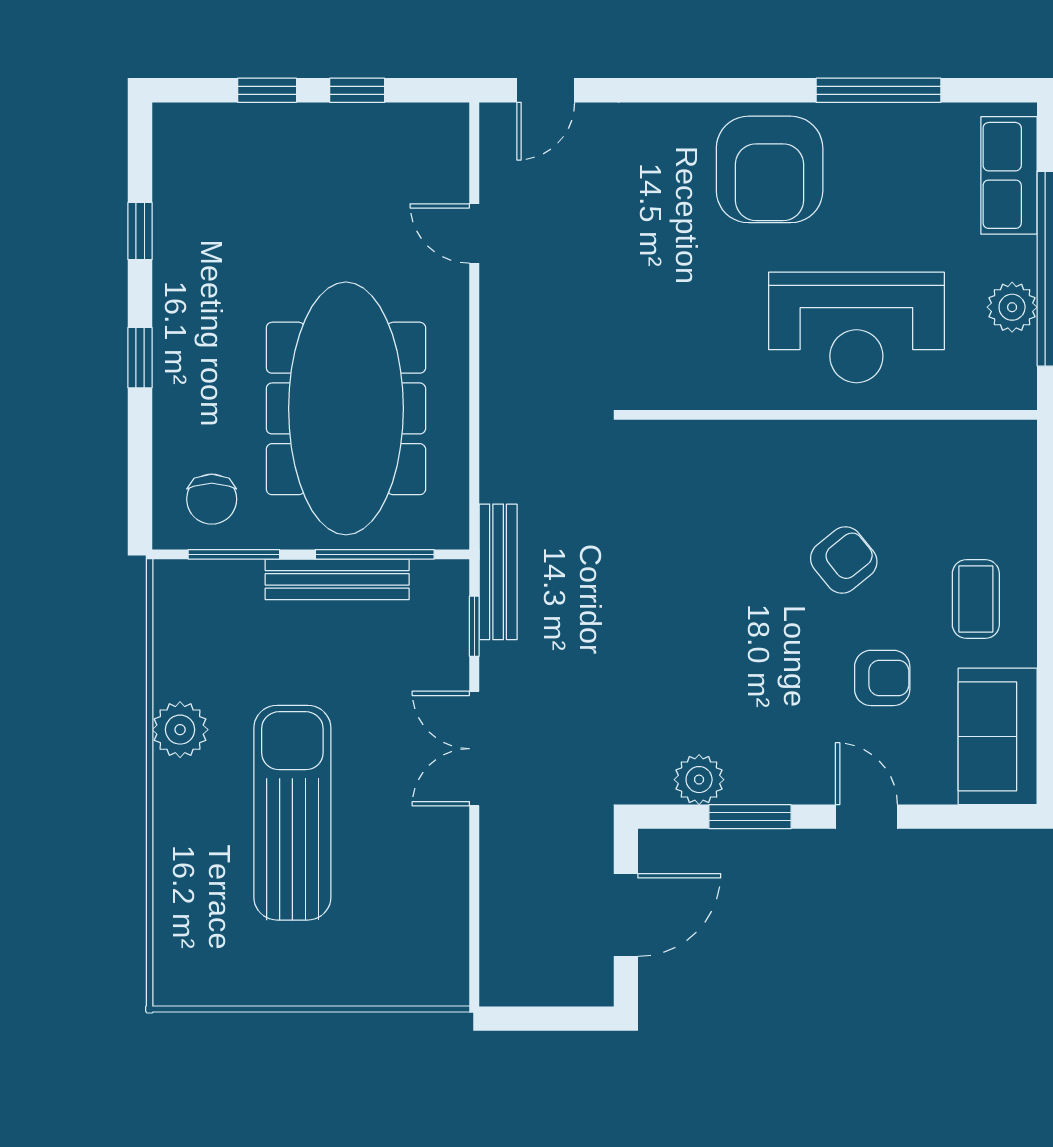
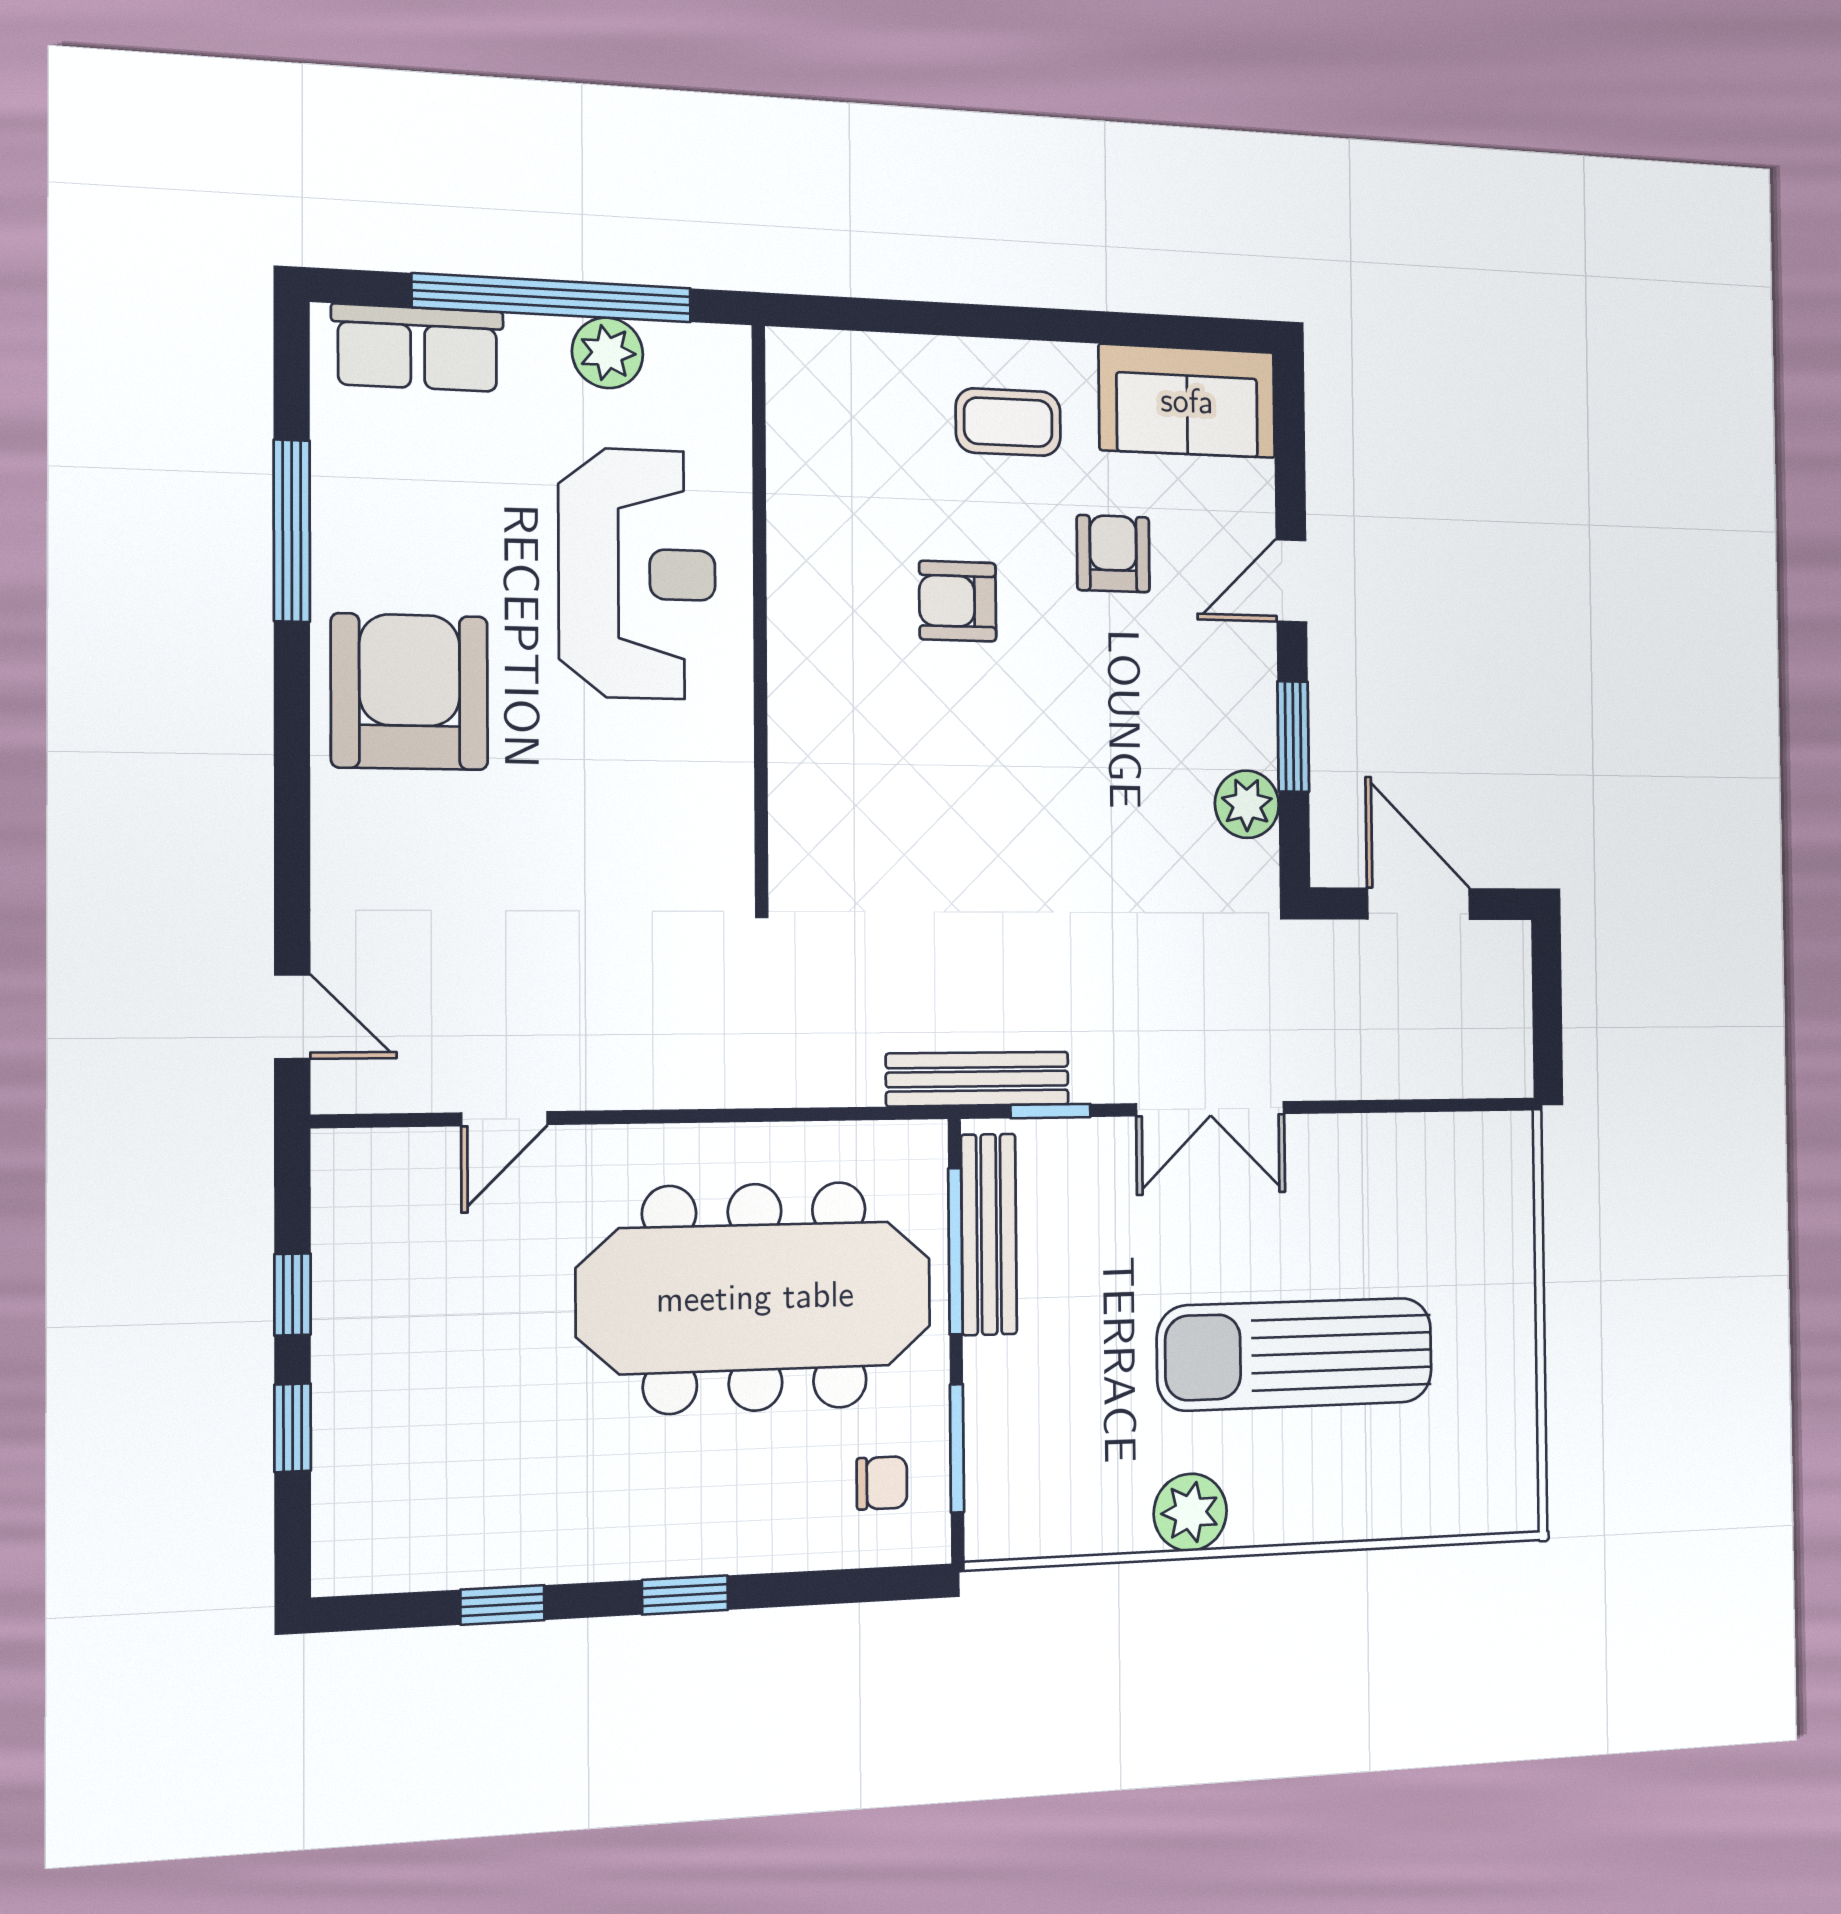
armchair: (770, 169) -> (410, 692), turned -90
chair: (212, 499) -> (882, 1483), width x0.73, depth x0.73
armchair: (844, 560) -> (958, 601), turned -51
bench: (337, 579) -> (989, 1234), moved

